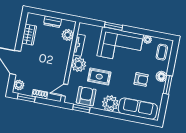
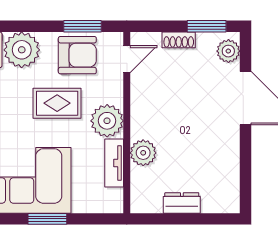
wardrobe: (29, 35) -> (227, 165), removed
plant: (68, 35) -> (143, 153), moved
armchair: (86, 96) -> (77, 55), turned -90

